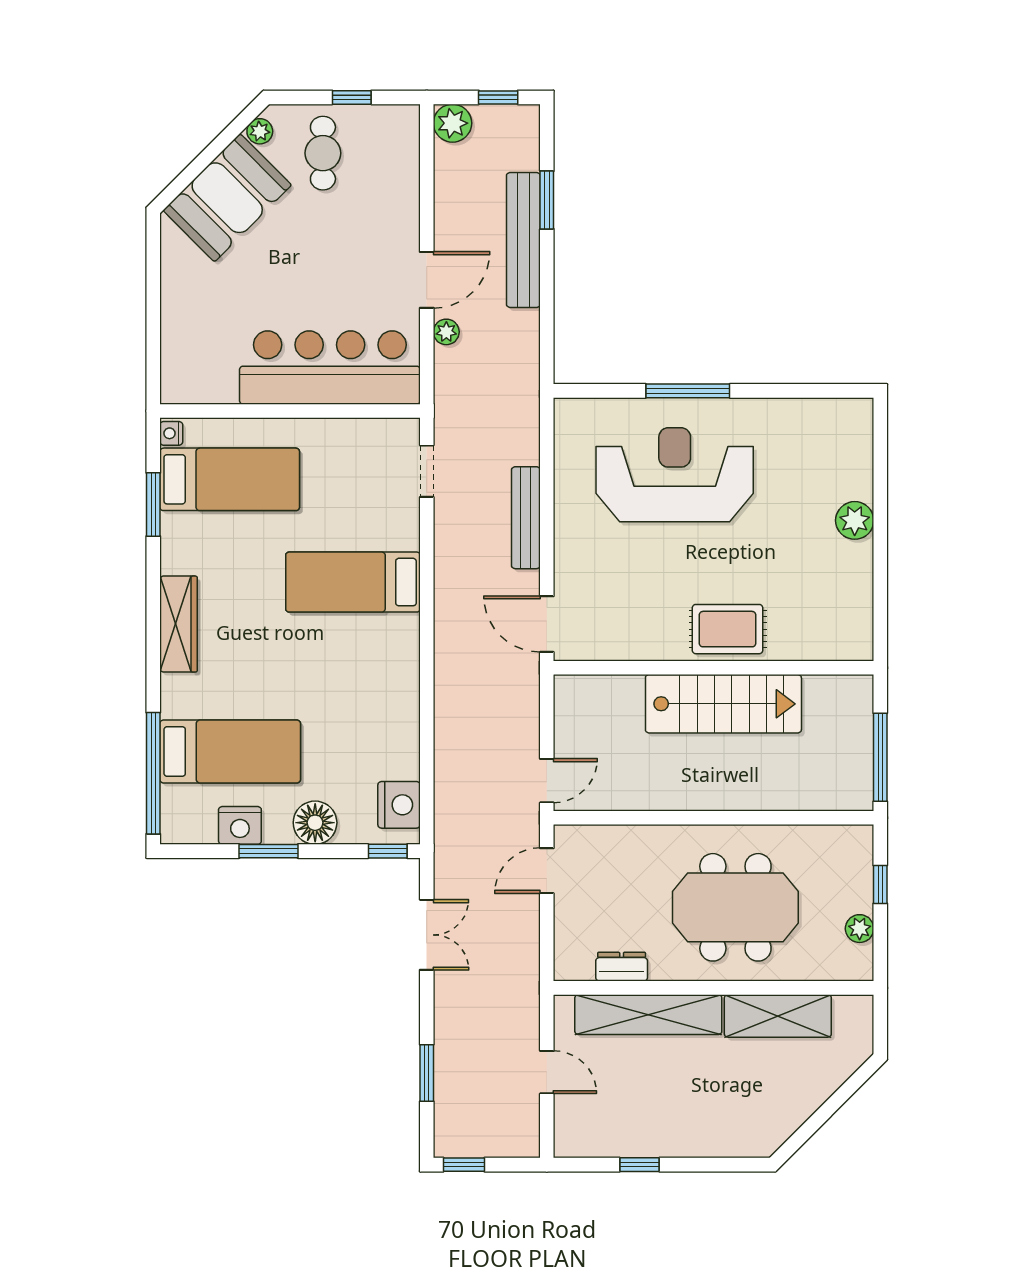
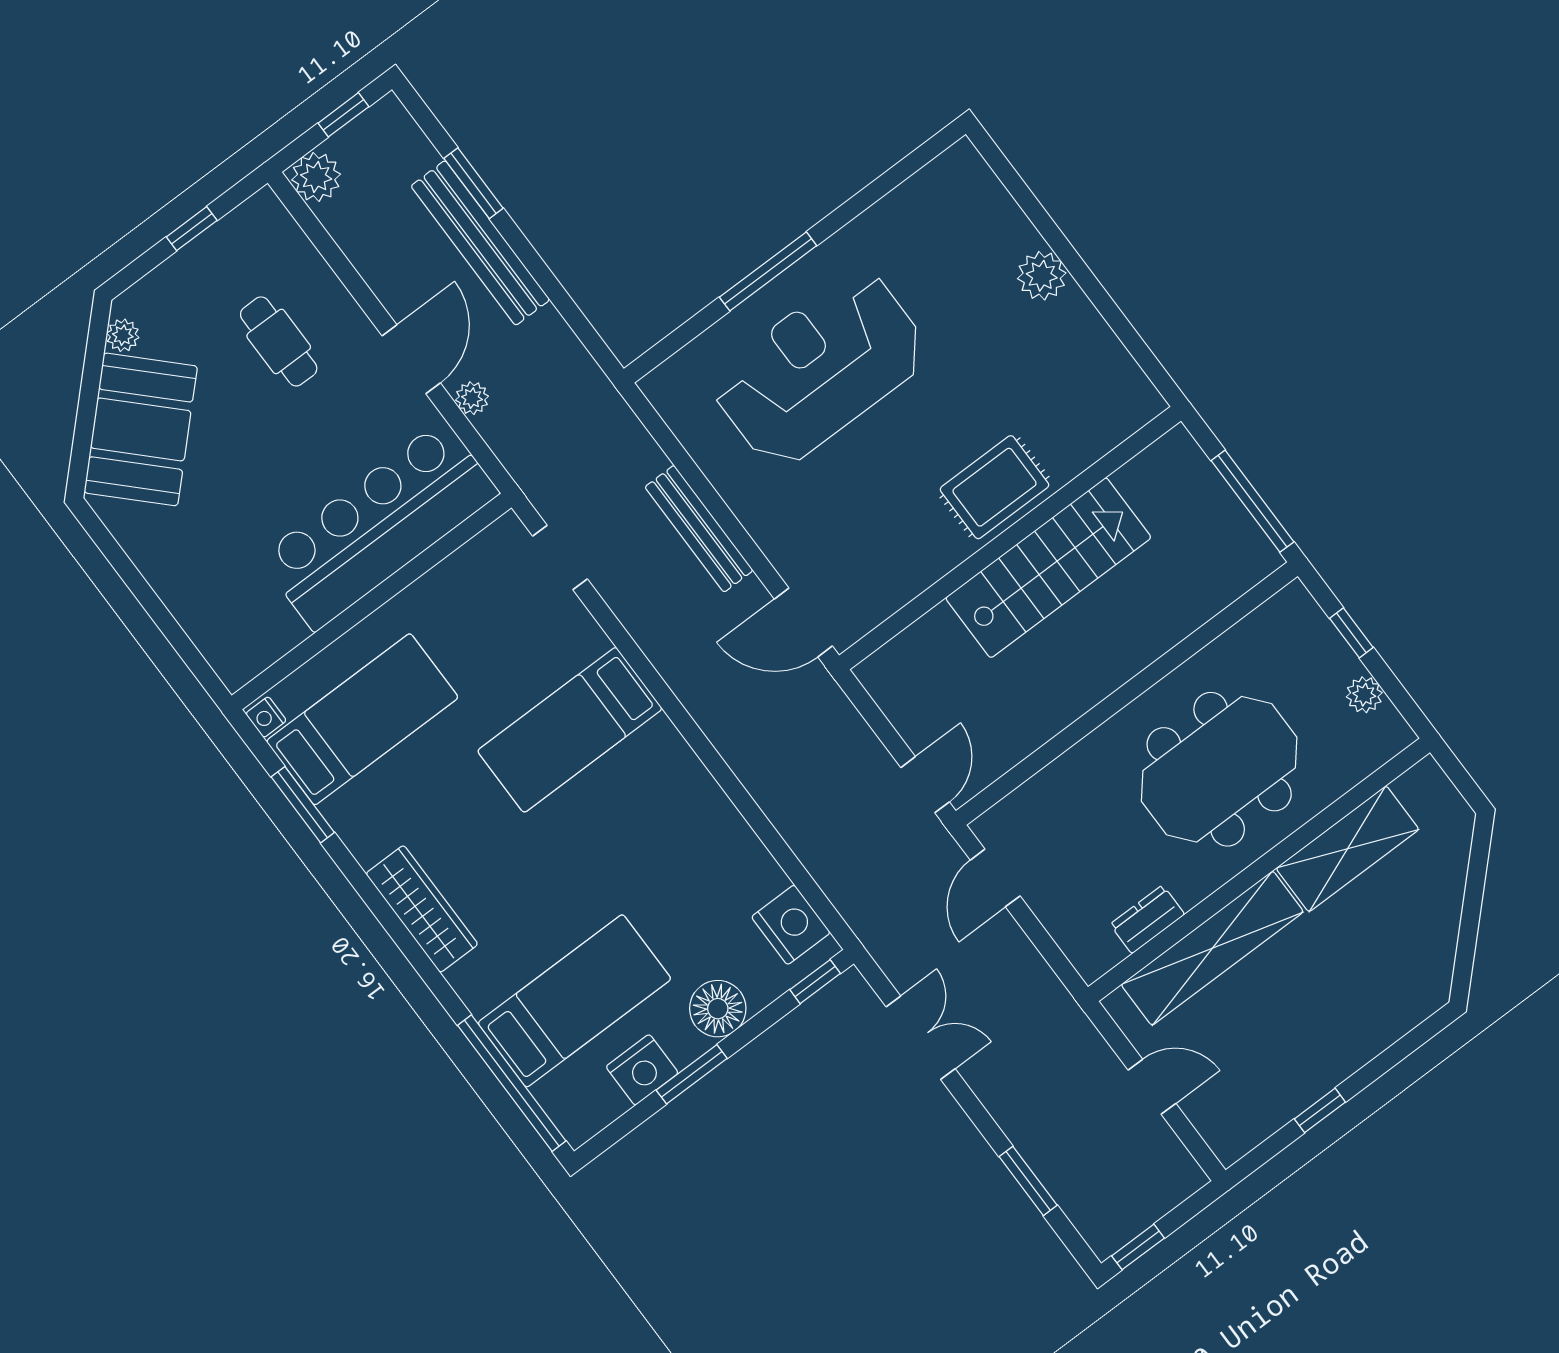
cafe table: (323, 153) -> (279, 341), moved

